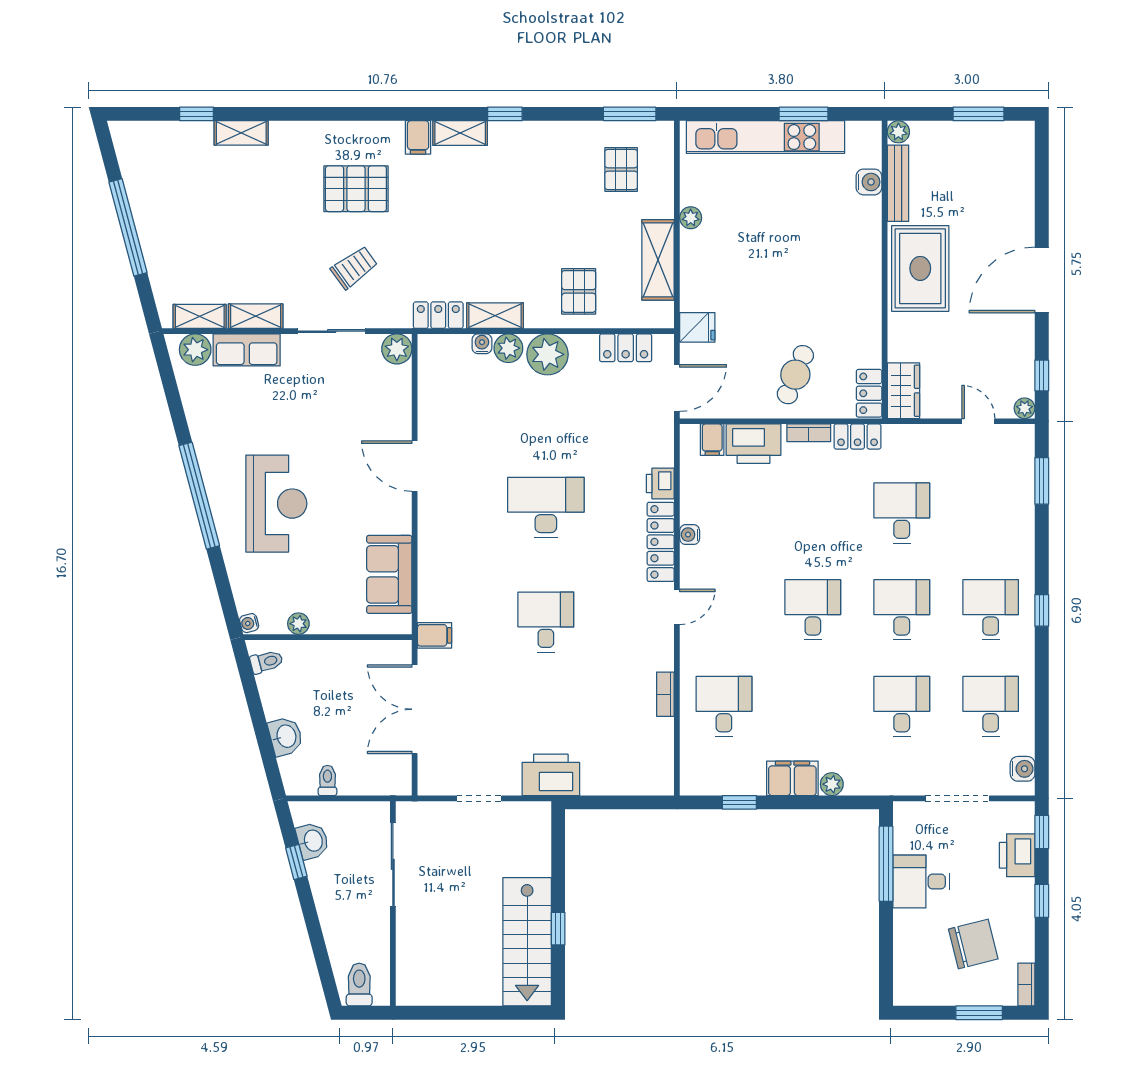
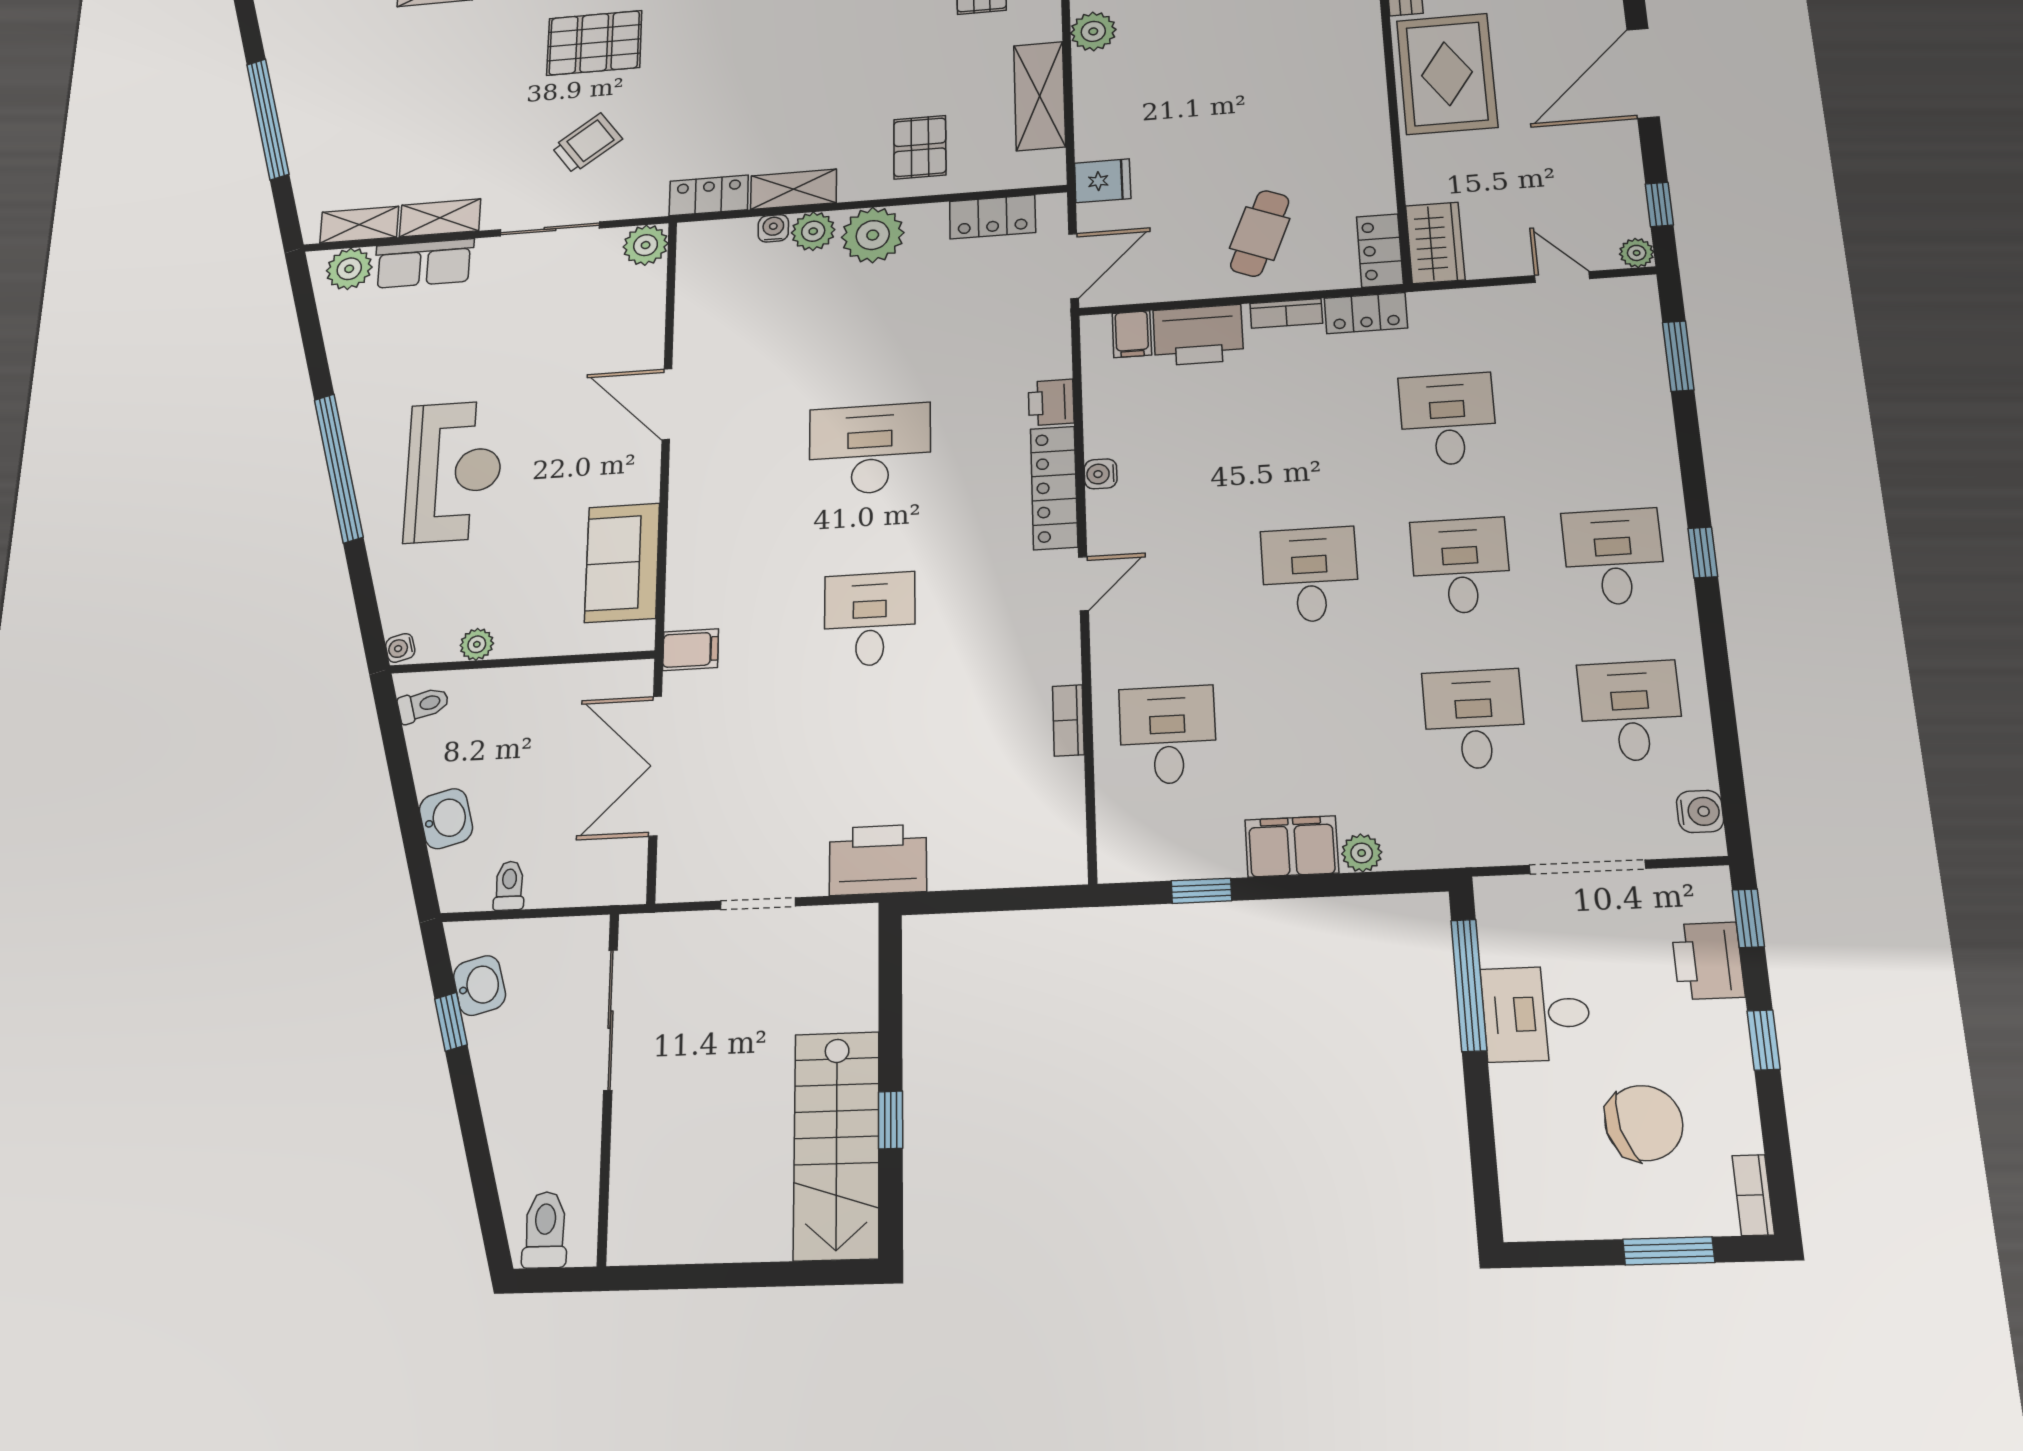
plant: (691, 218) -> (1093, 31), width x1.38, depth x1.38

